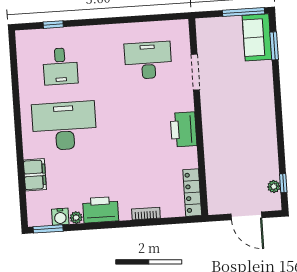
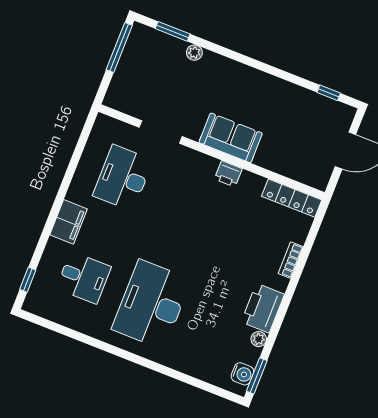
window: (53, 25) -> (28, 280), moved
sofa: (257, 37) -> (231, 138), moved, turned 180
printer: (183, 129) -> (228, 174), width x0.53, depth x0.68
filing cabinet: (35, 175) -> (69, 222), moved, turned 90
plant: (274, 186) -> (194, 53), moved
water cooler: (60, 217) -> (242, 374), moved

